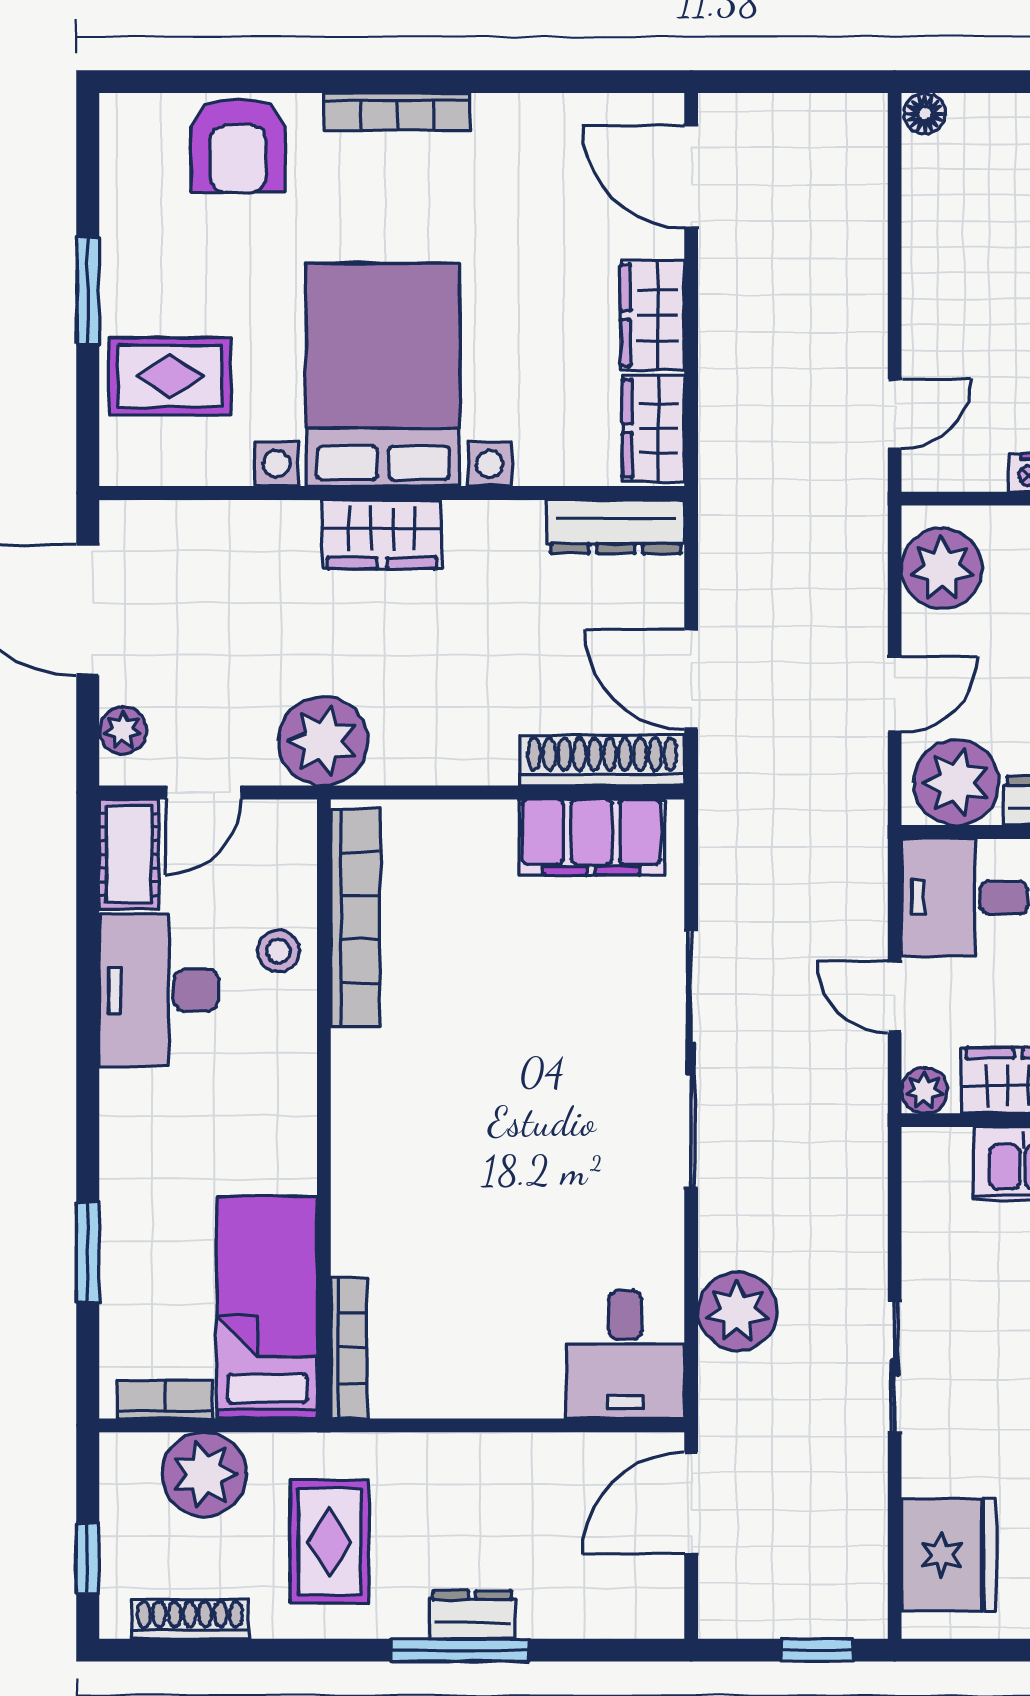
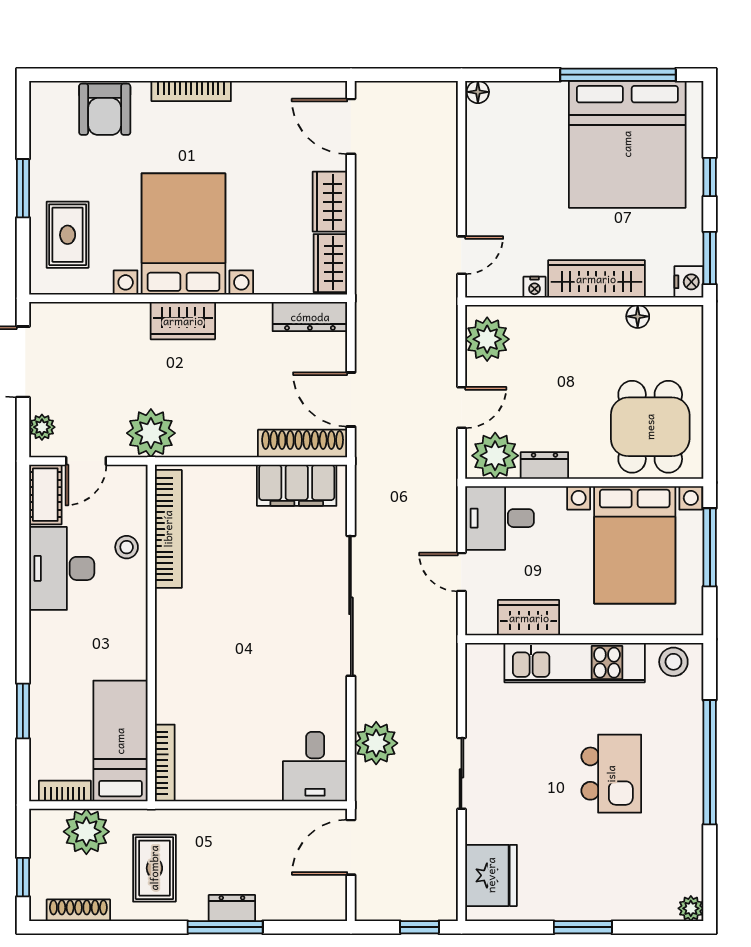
rug: (170, 376) -> (68, 235), turned 90
plant: (924, 1090) -> (478, 623), removed

